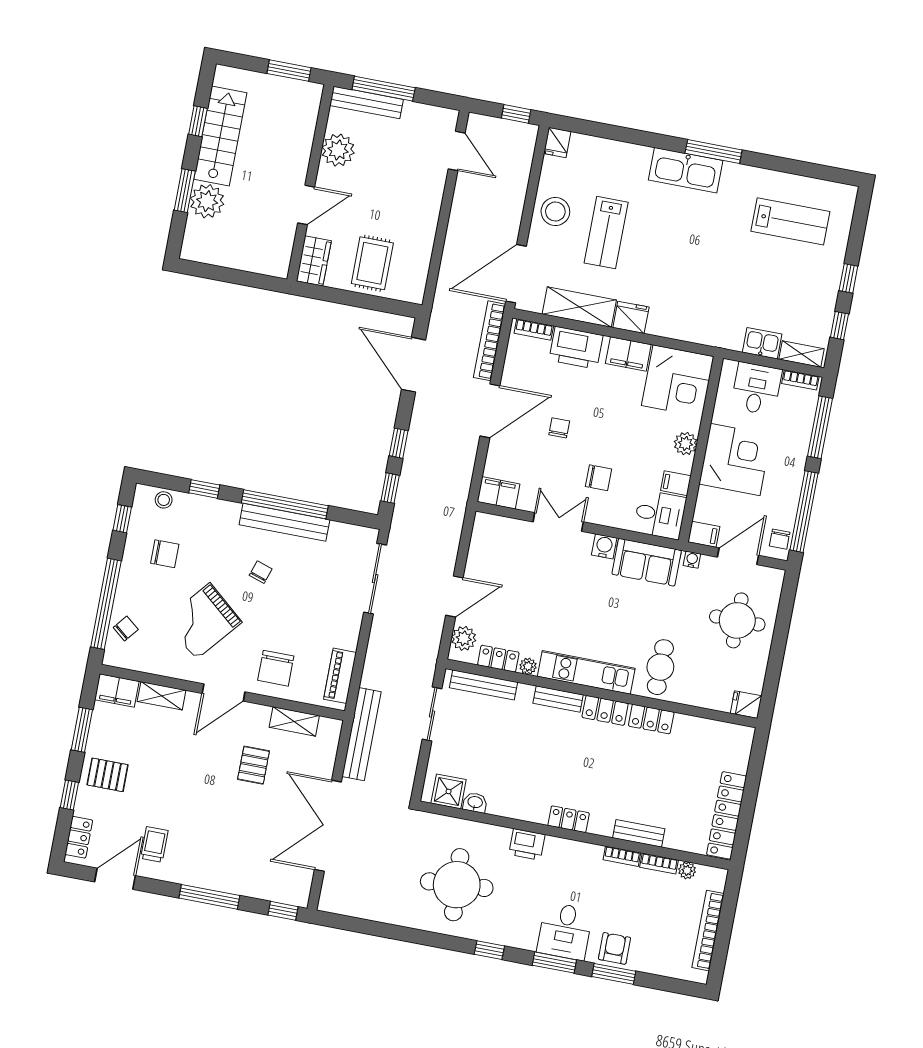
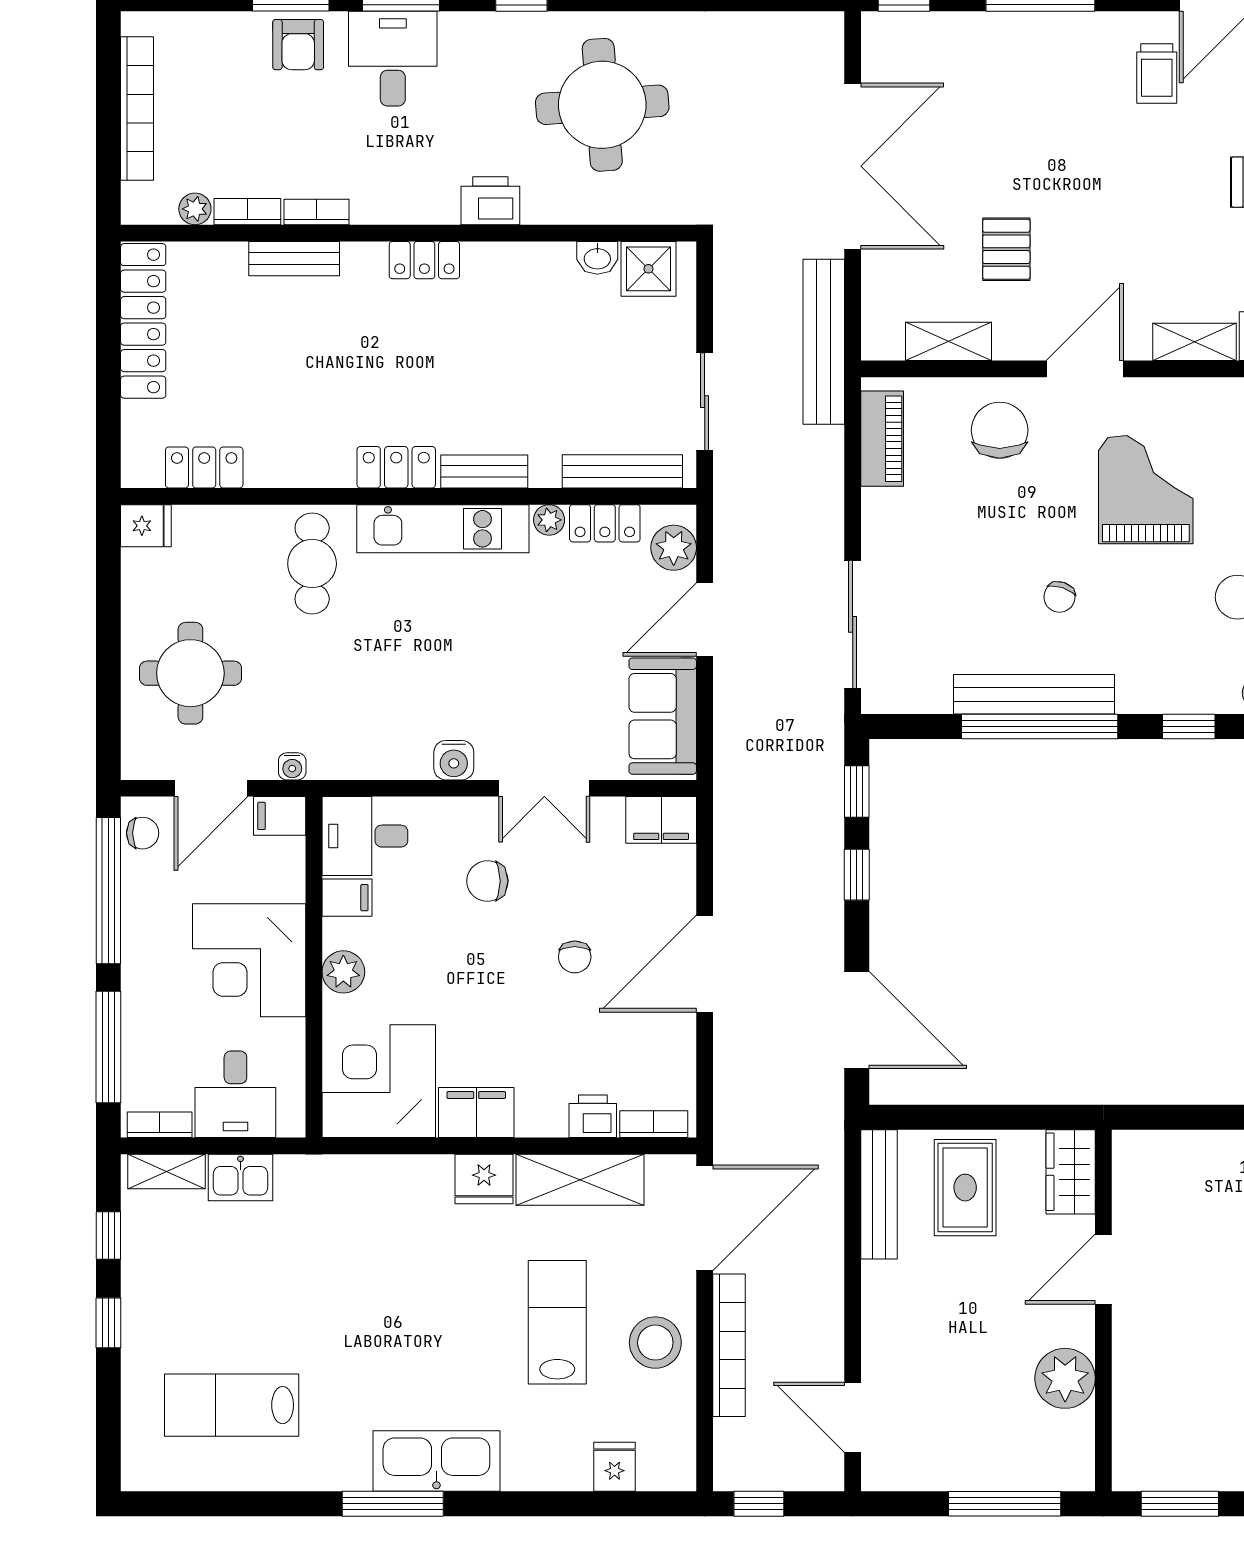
bench: (366, 102) -> (879, 1194), moved, turned 90
fridge: (557, 142) -> (614, 1467), moved
bookcase: (490, 341) -> (729, 1345), moved
printer: (576, 348) -> (593, 1116), width x0.53, depth x0.68
chair: (780, 539) -> (143, 833), turned 90
sofa: (647, 562) -> (663, 716), moved, turned -90
grand piano: (203, 621) -> (1146, 490), turned -40
locker: (651, 719) -> (204, 467), moved

